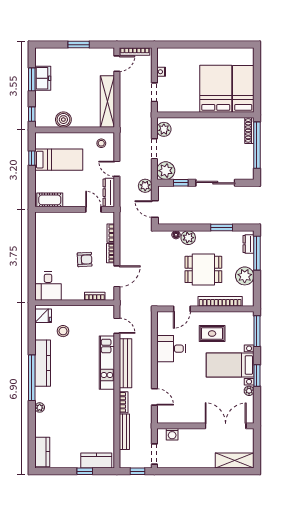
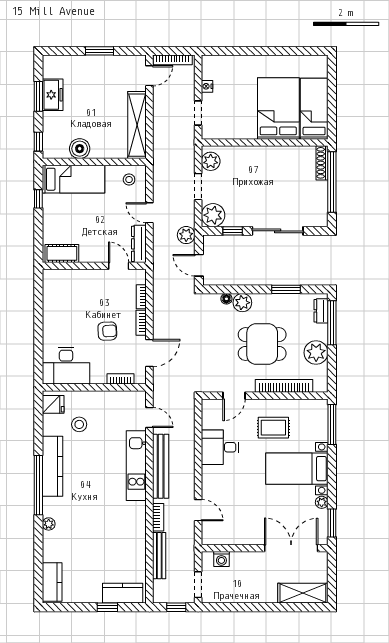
bed: (59, 160) -> (74, 179), moved
desk: (48, 286) -> (66, 366), width x1.37
window: (257, 375) -> (332, 523), moved

